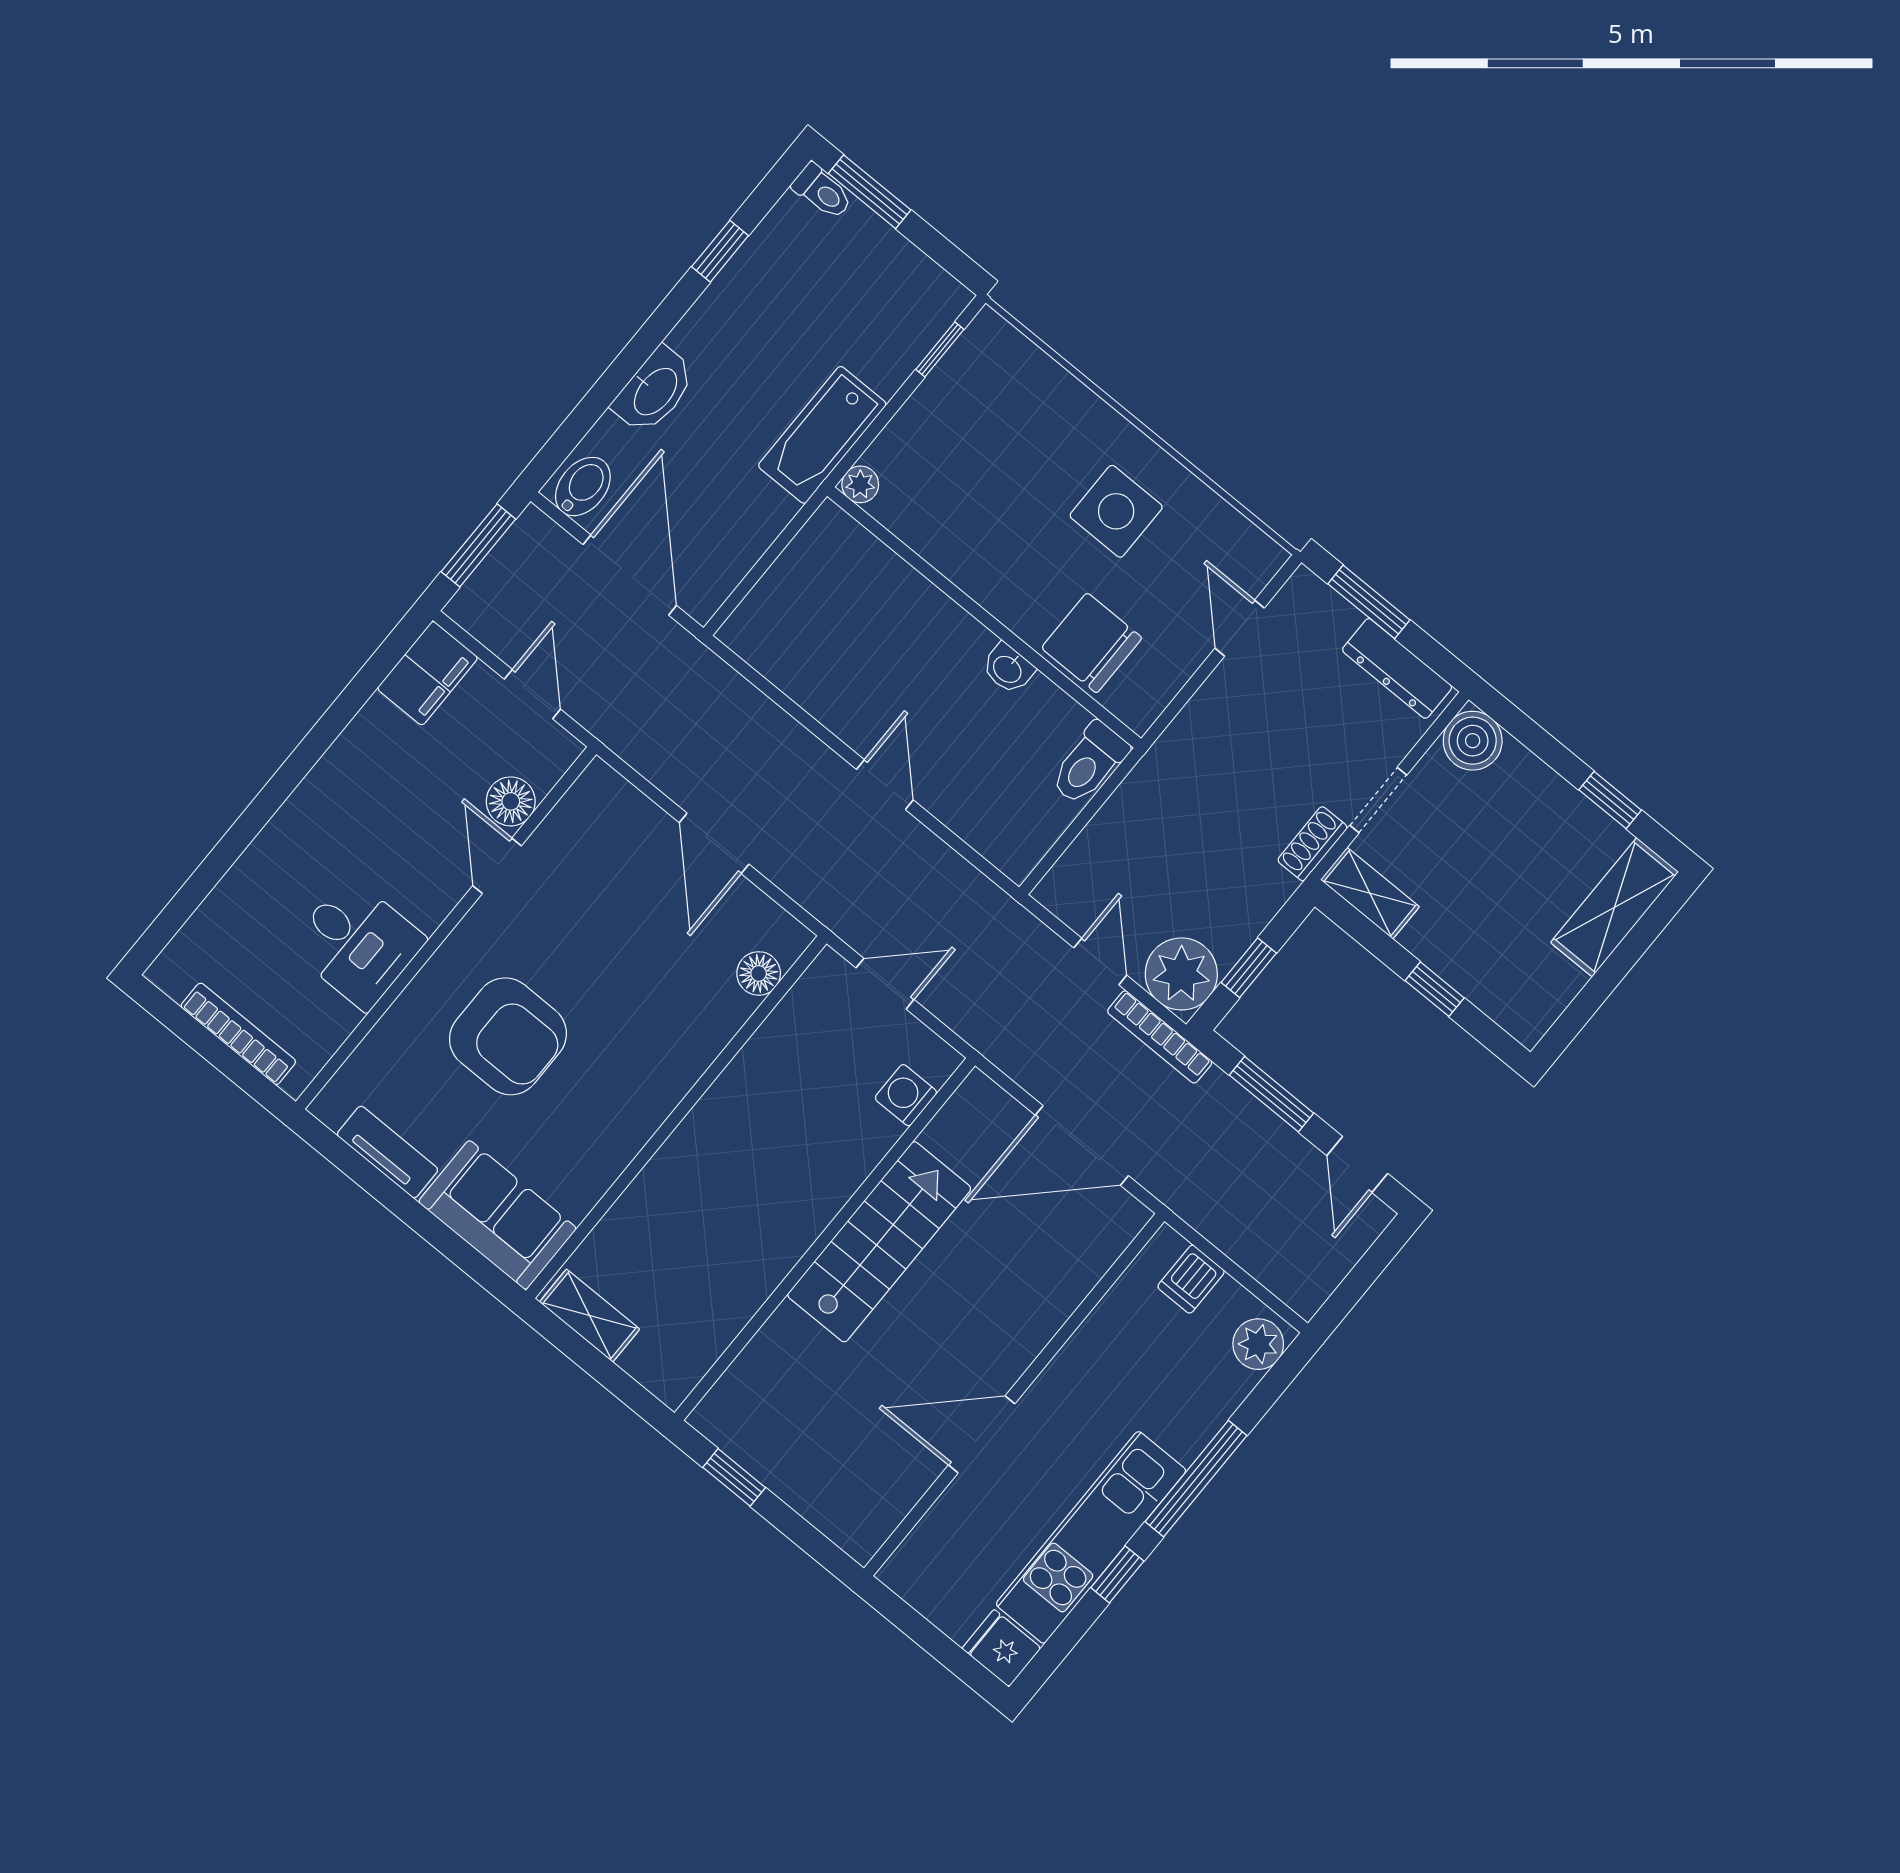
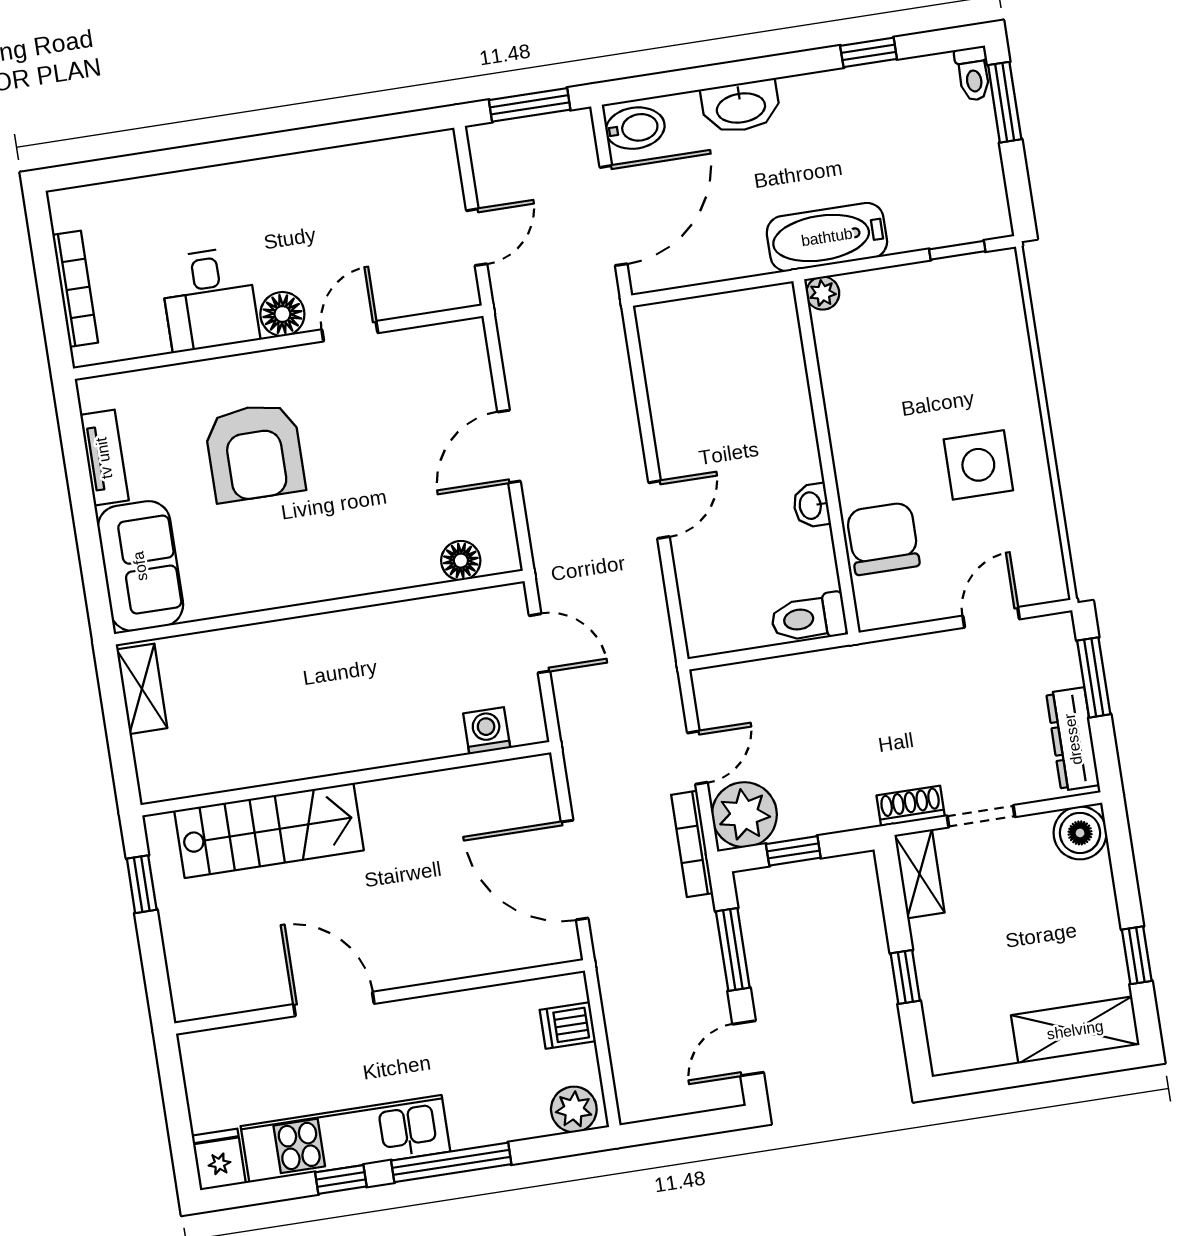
filing cabinet: (428, 673) -> (419, 160), removed
floor lamp: (511, 801) -> (282, 314), moved
stairs: (879, 1242) -> (269, 830), moved

